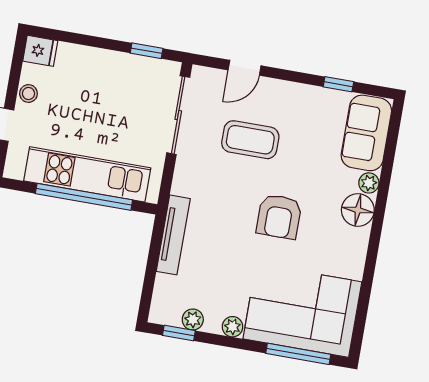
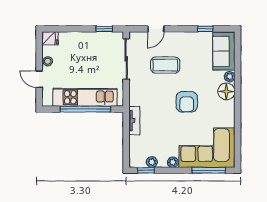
tv unit: (173, 235) -> (134, 121), width x0.71

